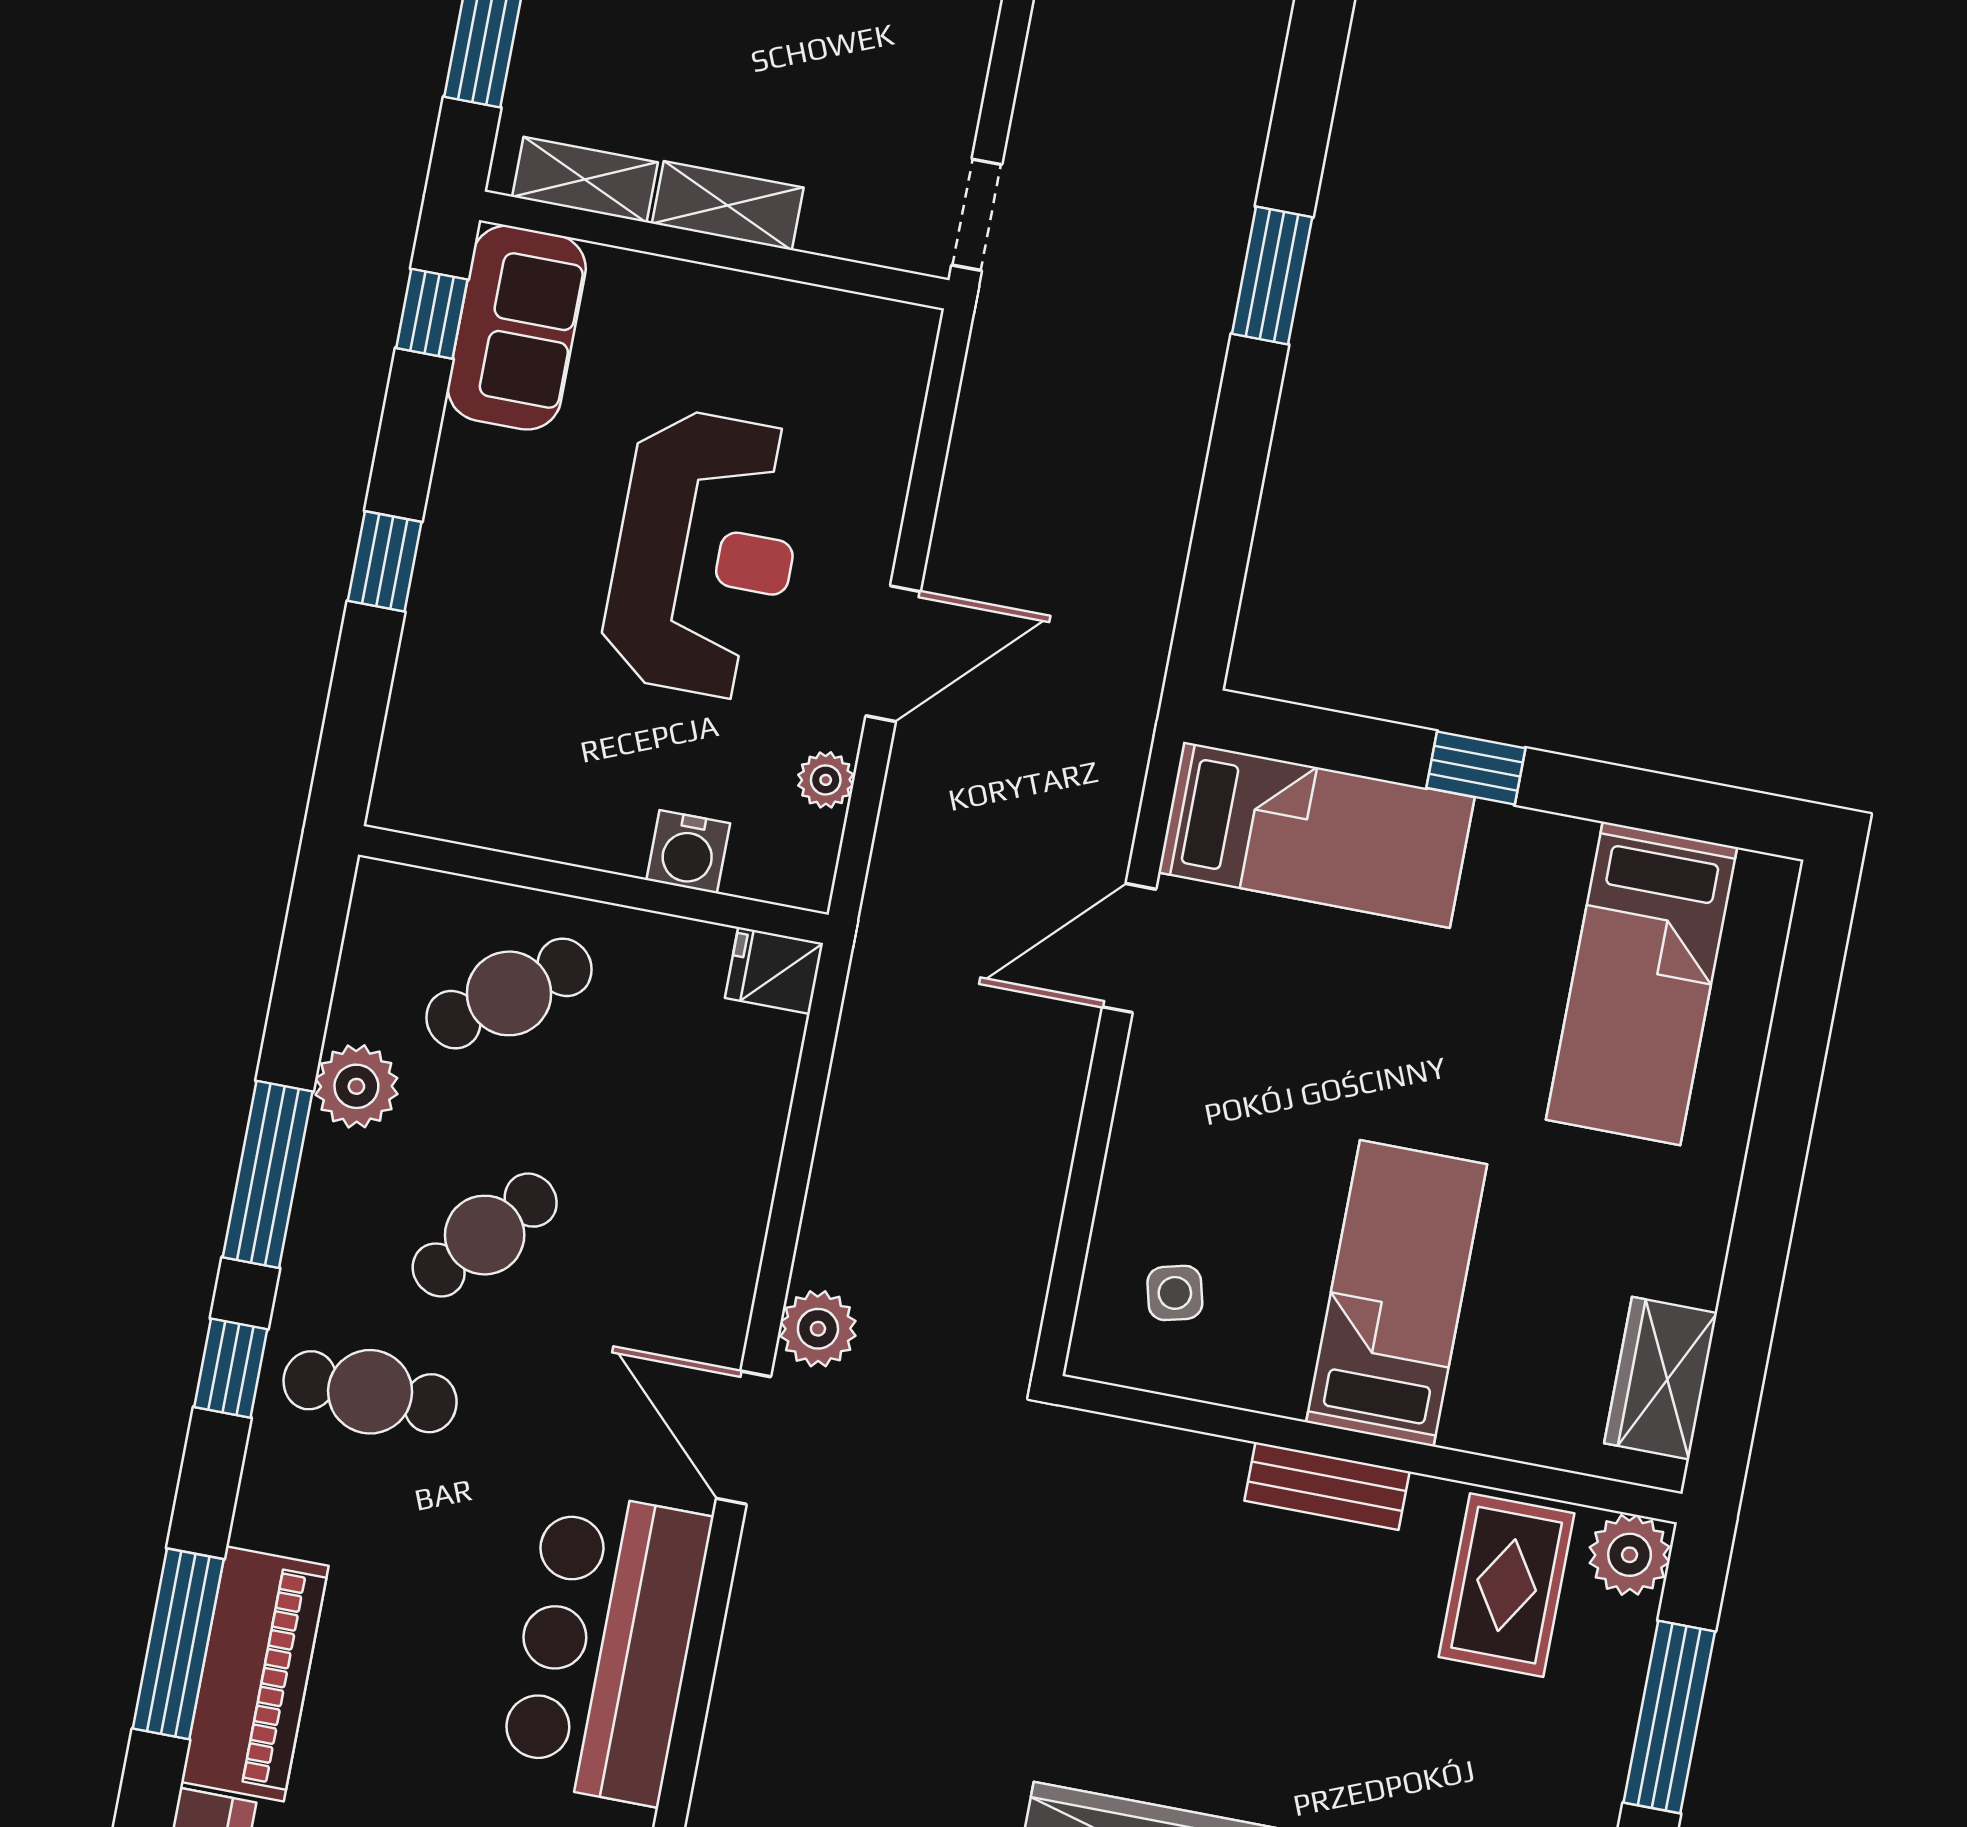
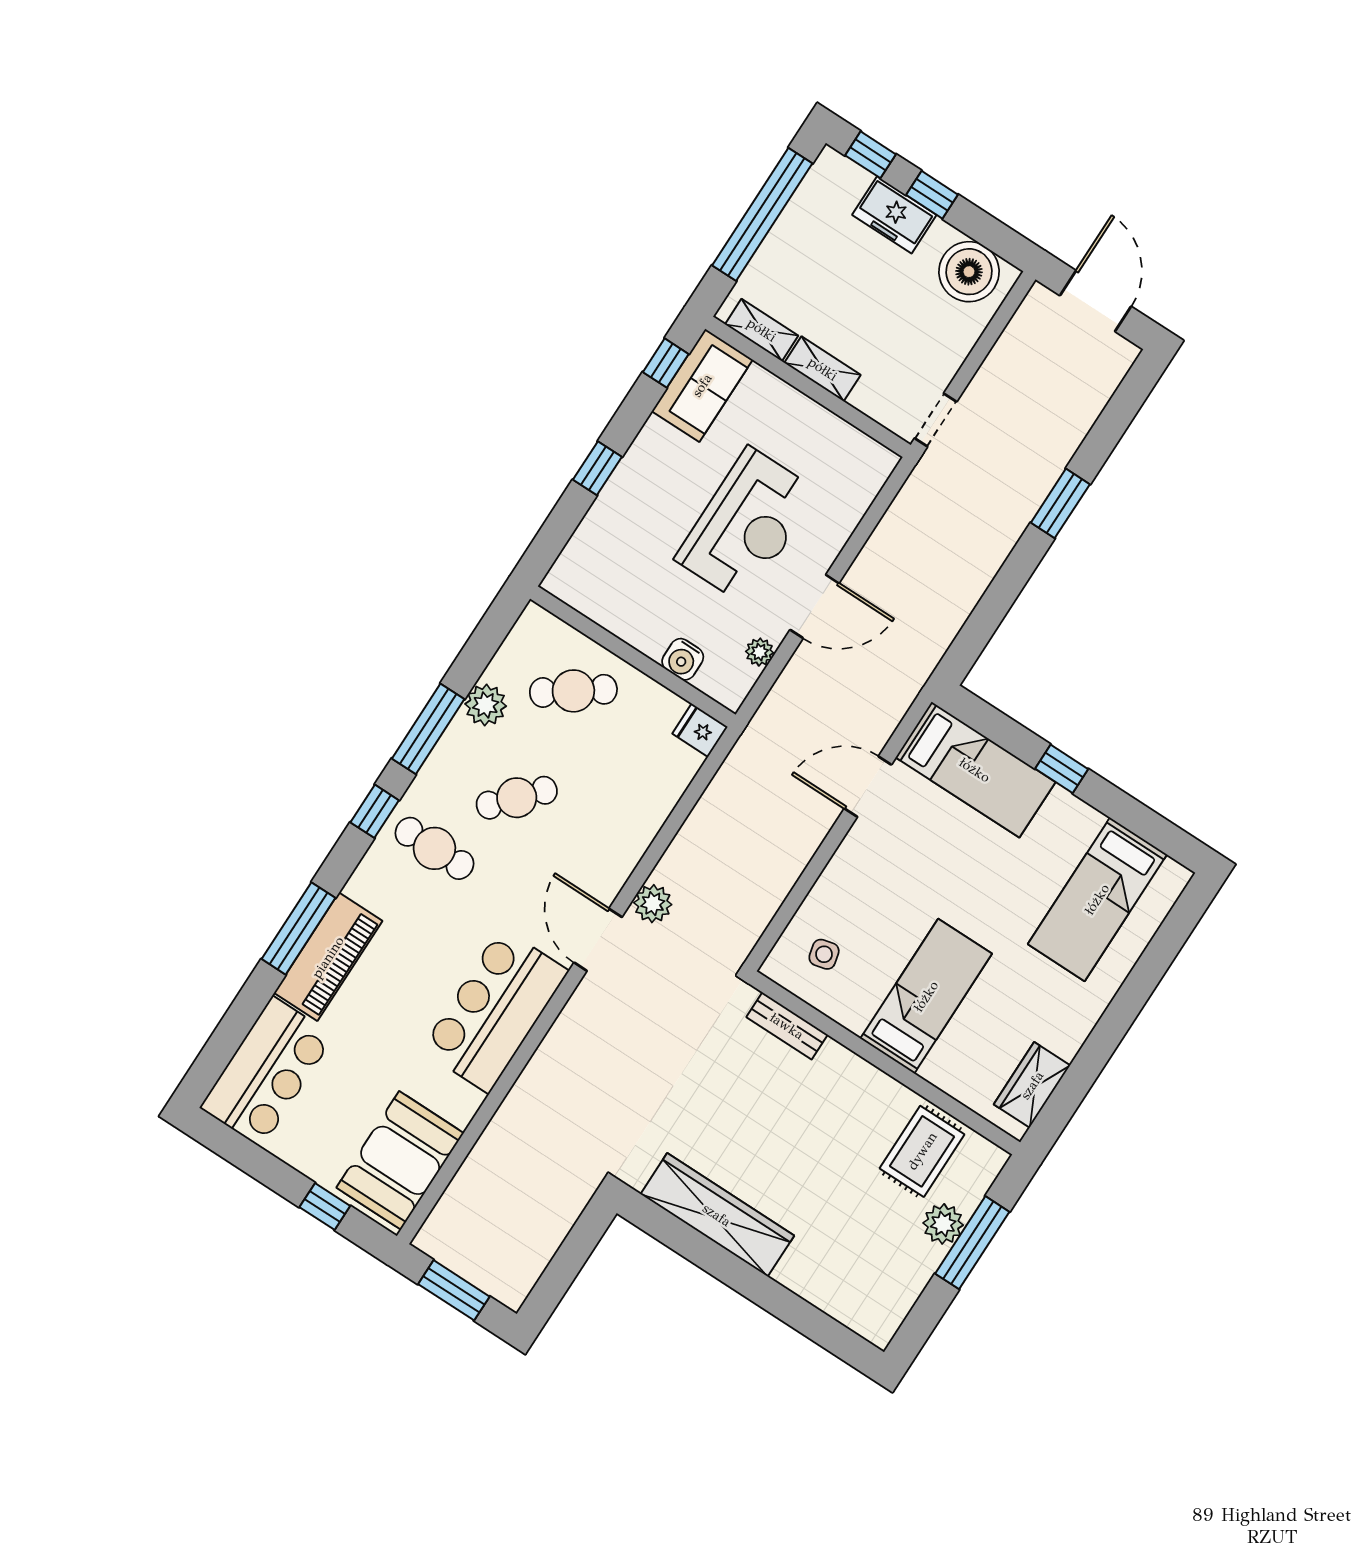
bench: (1327, 1486) -> (787, 1026), moved
plant: (1630, 1555) -> (943, 1224), moved

